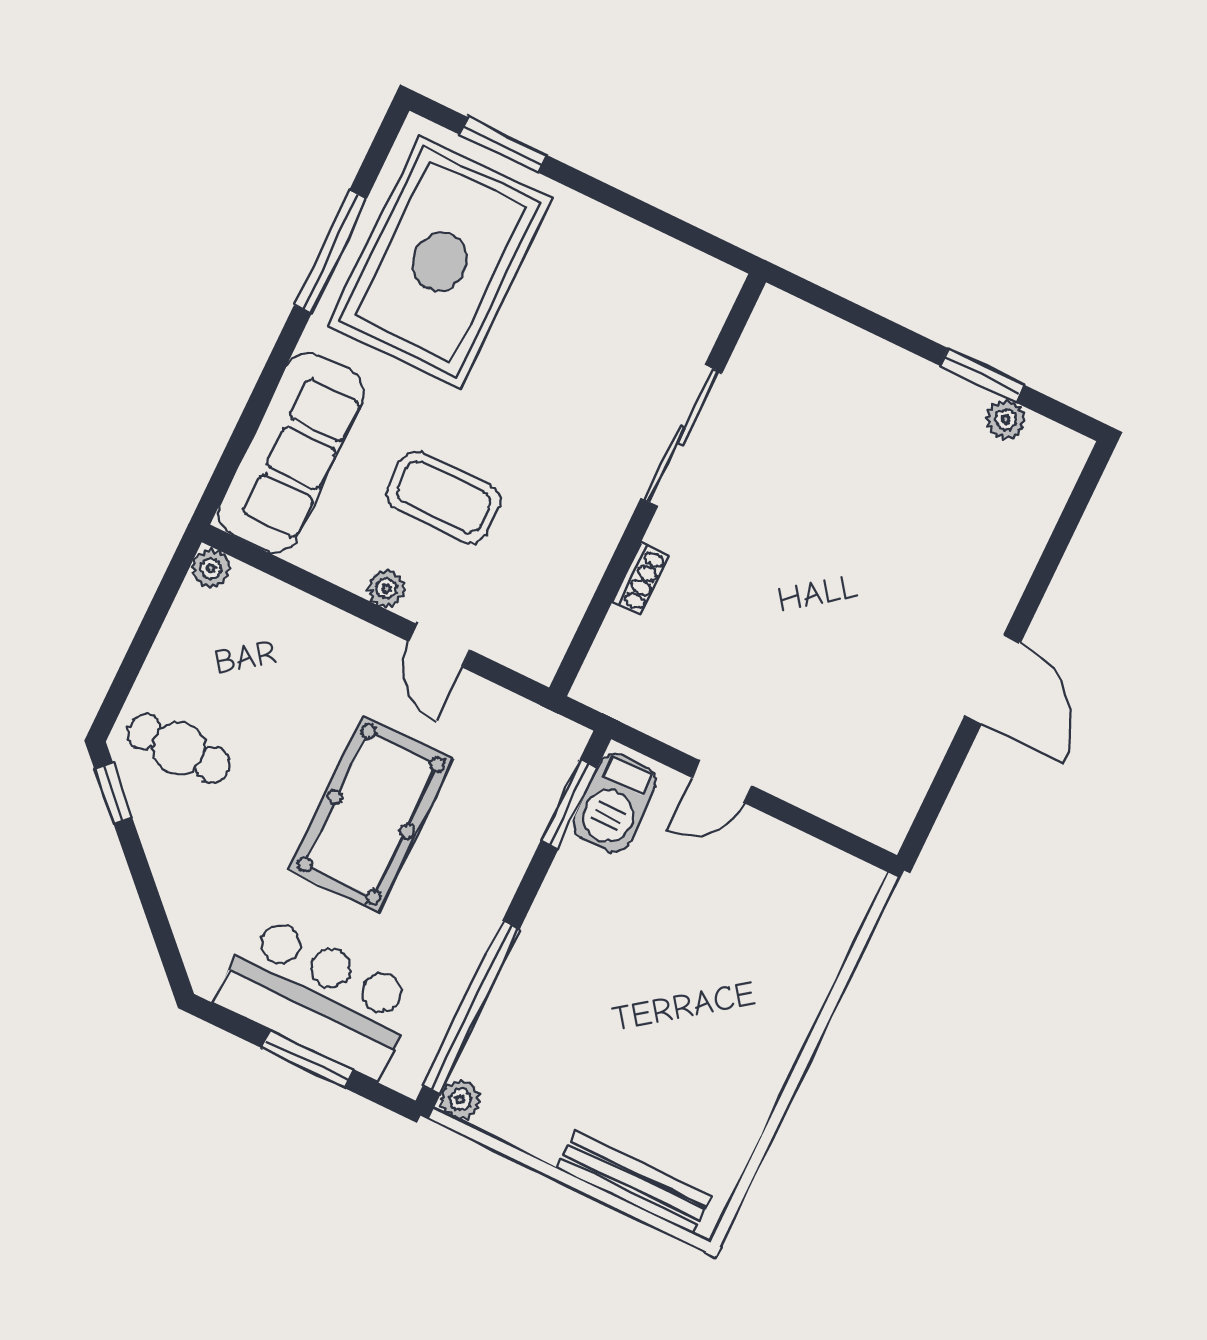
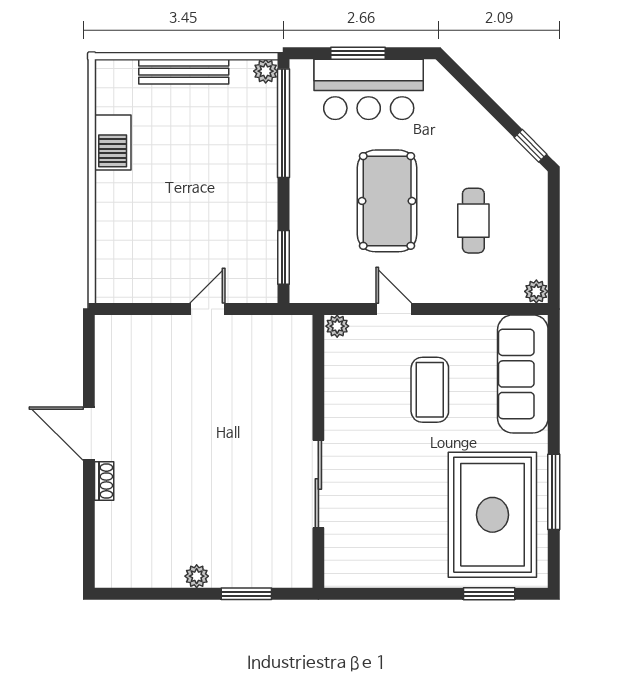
window: (982, 375) -> (246, 594), moved
plant: (1006, 419) -> (197, 576), moved
coffee table: (444, 497) -> (430, 390), turned 90
shoe rack: (641, 579) -> (104, 481), moved, turned 180
plant: (386, 588) -> (337, 326), moved
cafe table: (179, 748) -> (473, 221), moved, turned 90
barbecue: (614, 803) -> (113, 143), moved, turned 180
bench: (634, 1182) -> (184, 72), moved

